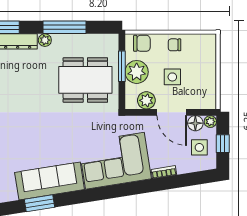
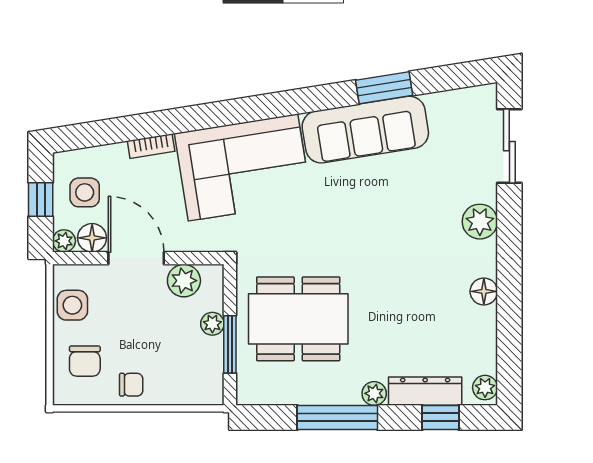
chair: (142, 43) -> (85, 361), moved, turned -90
plant: (137, 72) -> (212, 324), width x0.53, depth x0.53
side table: (172, 77) -> (72, 305), moved

